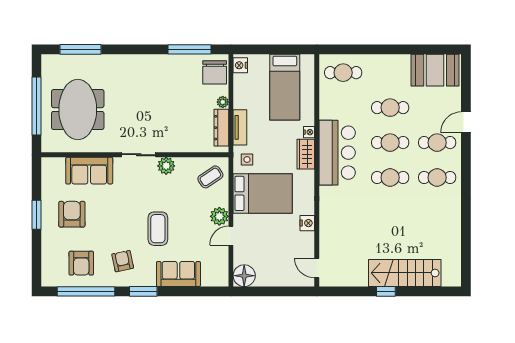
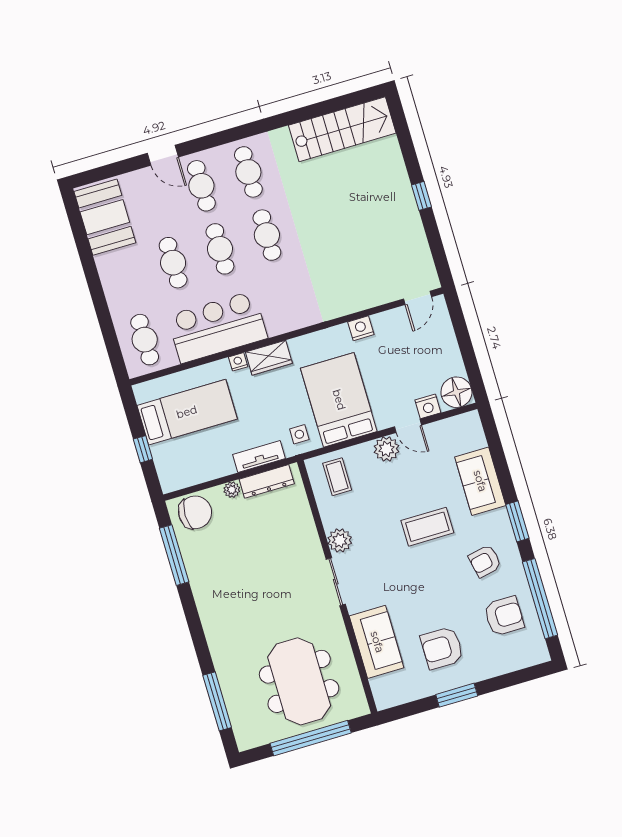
window: (268, 49) -> (143, 449), added
nightstand: (240, 65) -> (428, 406), moved
meeting table: (78, 110) -> (299, 681), turned 90
bar counter: (337, 153) -> (217, 327), moved
coffee table: (210, 177) -> (337, 477), turned 34
stairs: (405, 273) -> (342, 129), moved, turned -90

